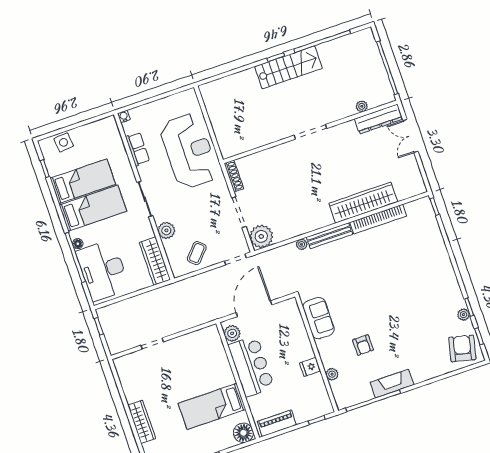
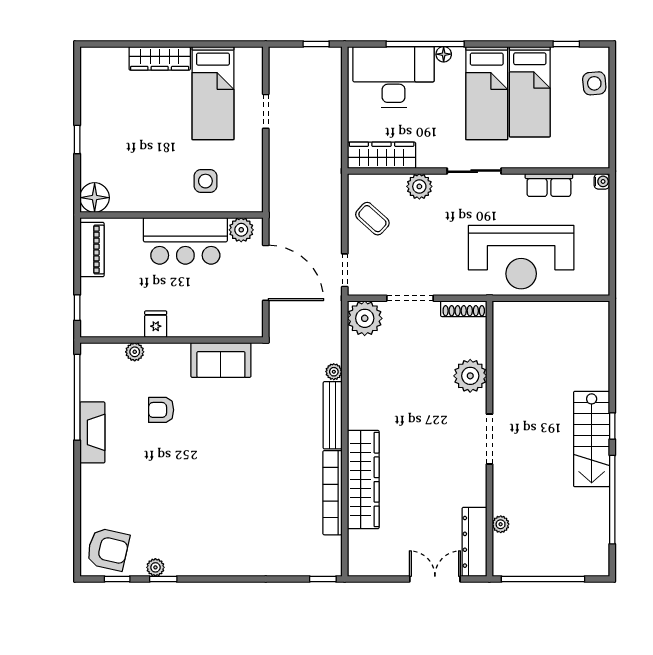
plant: (275, 157) -> (470, 376), added
side table: (209, 366) -> (205, 181), added
bed: (212, 406) -> (213, 93), moved, turned 180

